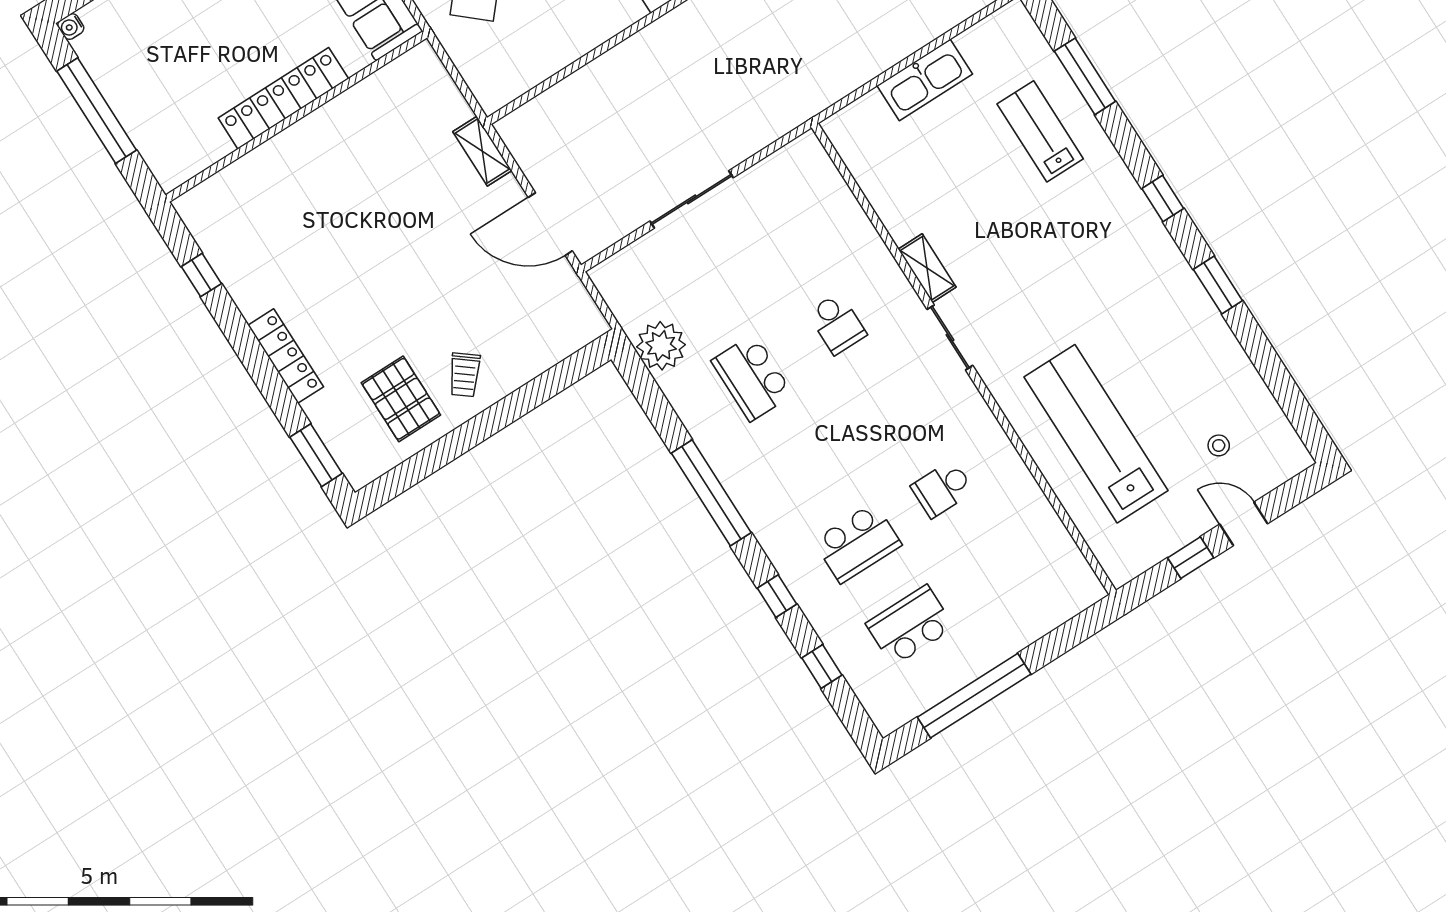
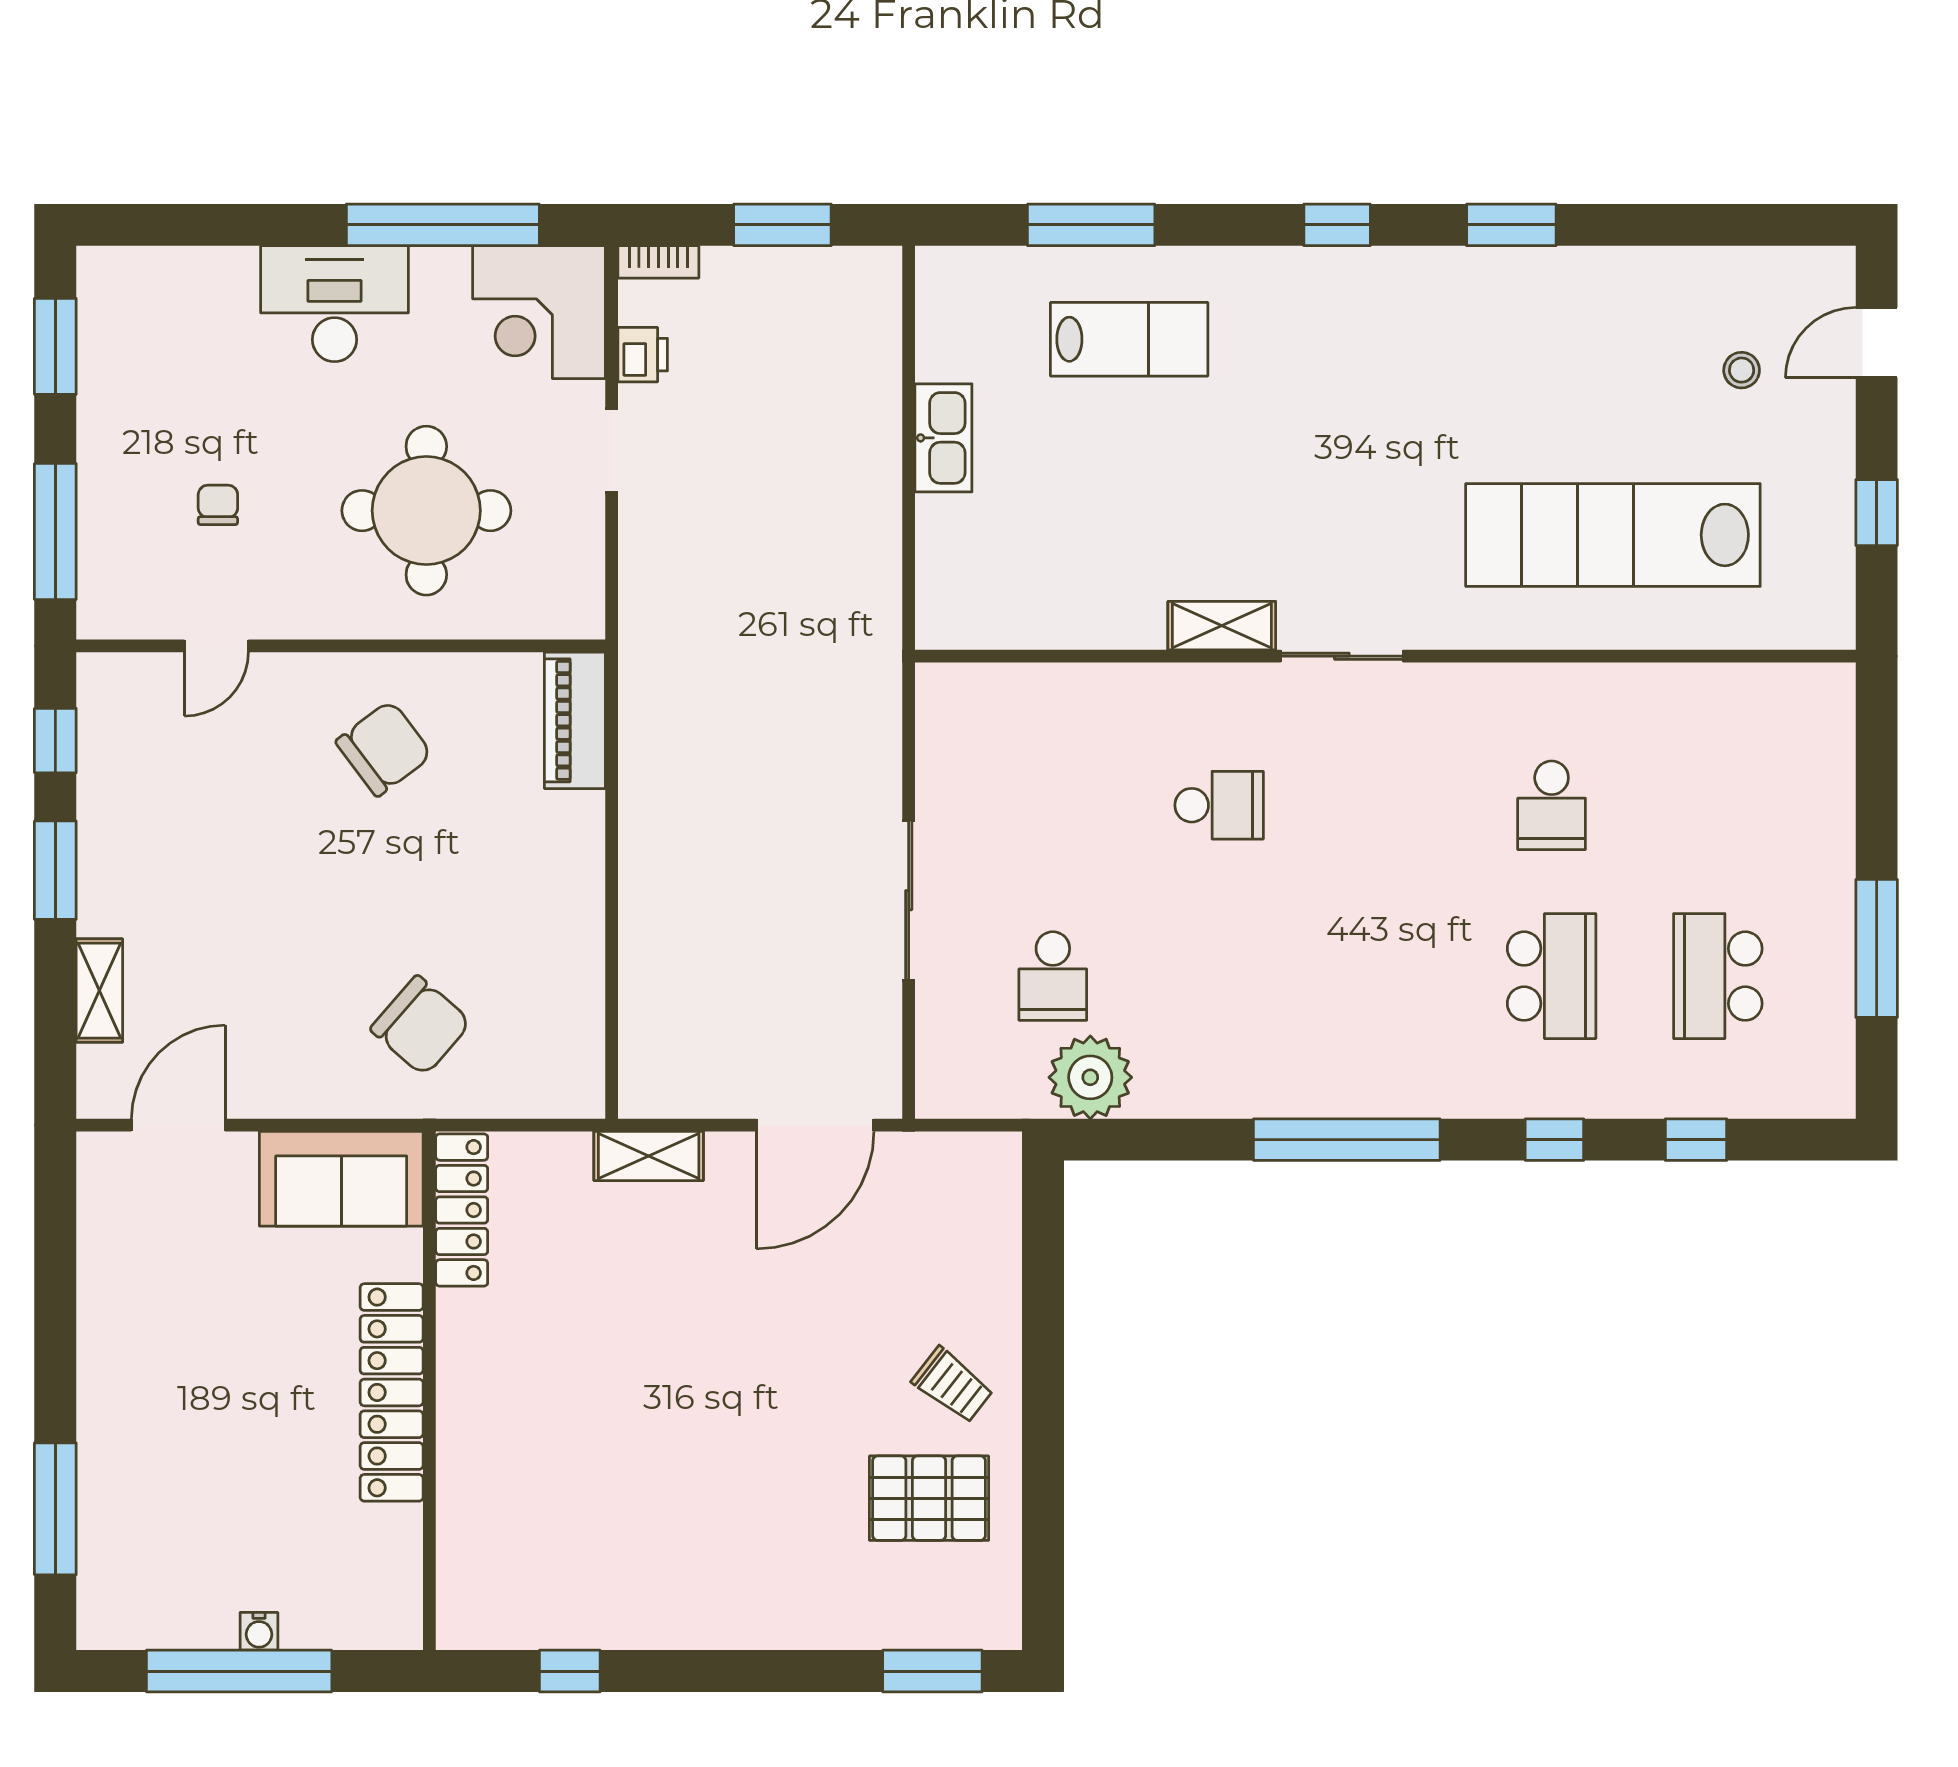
water cooler: (71, 27) -> (259, 1631), moved
kitchen sink: (925, 80) -> (943, 438), width x0.73, depth x0.81
lab bench: (1040, 131) -> (1129, 339), turned 180
locker: (286, 356) -> (462, 1210), moved, turned 90
school desk: (752, 378) -> (1053, 976), moved, width x0.54
door: (1244, 524) -> (1877, 343), moved
window: (974, 696) -> (1877, 948), width x0.68

